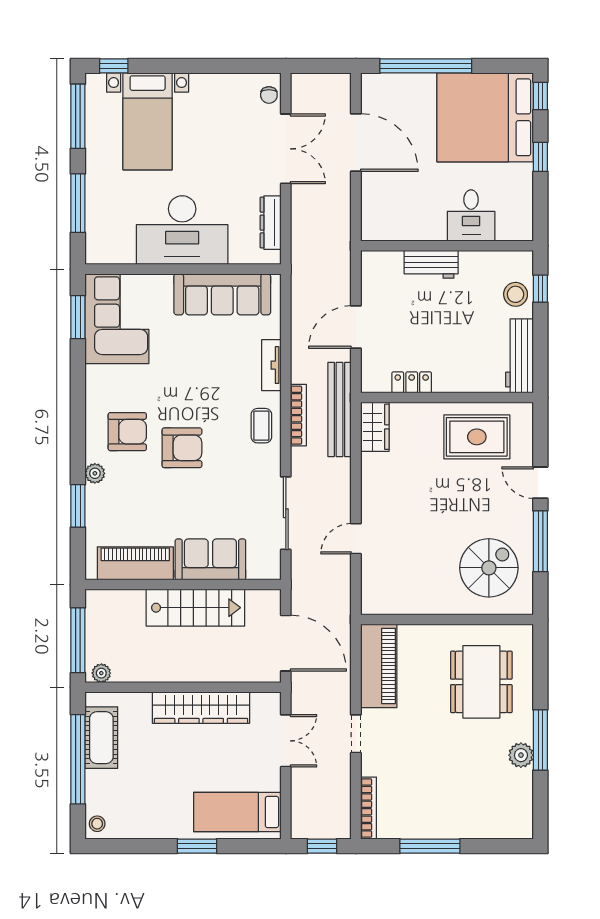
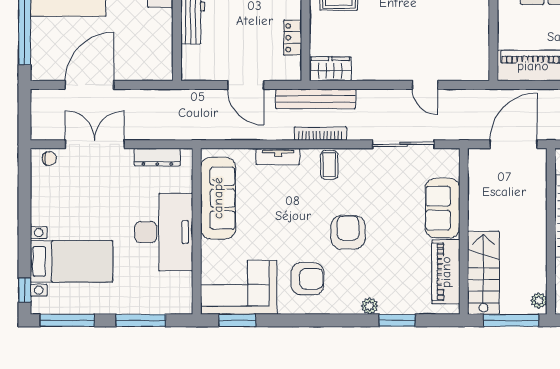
coffee table: (261, 426) -> (329, 165), turned 90
armchair: (127, 432) -> (308, 279), moved, turned 90
stairs: (195, 608) -> (483, 273), moved

